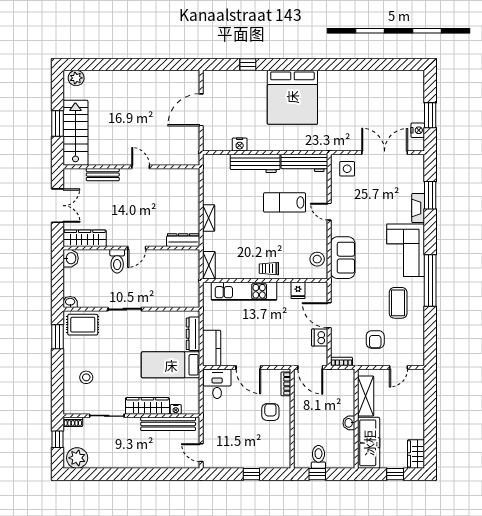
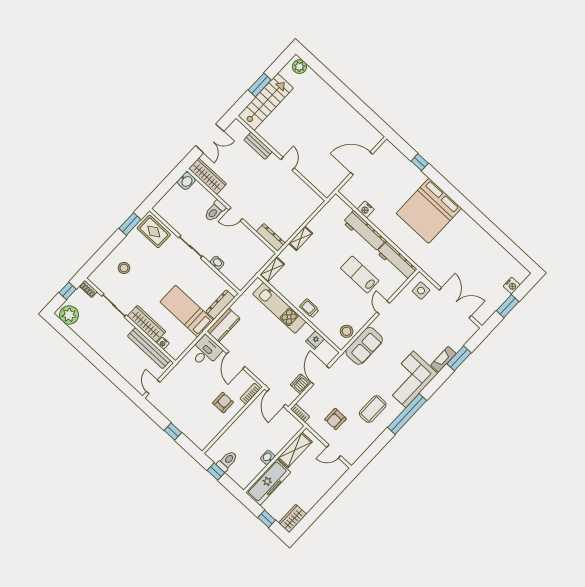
nightstand: (418, 130) -> (512, 286), moved
washbasin: (70, 302) -> (217, 263), moved

